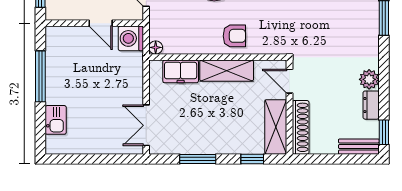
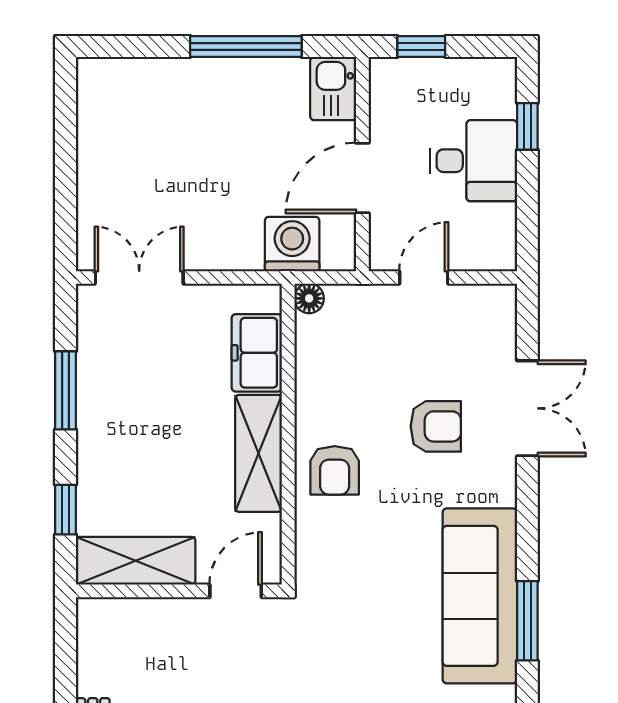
door: (101, 23) -> (362, 178), width x1.38
washing machine: (131, 38) -> (292, 244), moved
kitchen sink: (56, 120) -> (333, 89), moved, turned 90
shoe rack: (301, 127) -> (135, 615), removed

